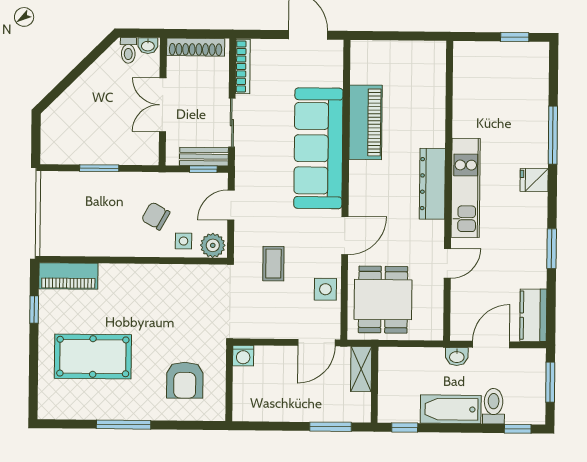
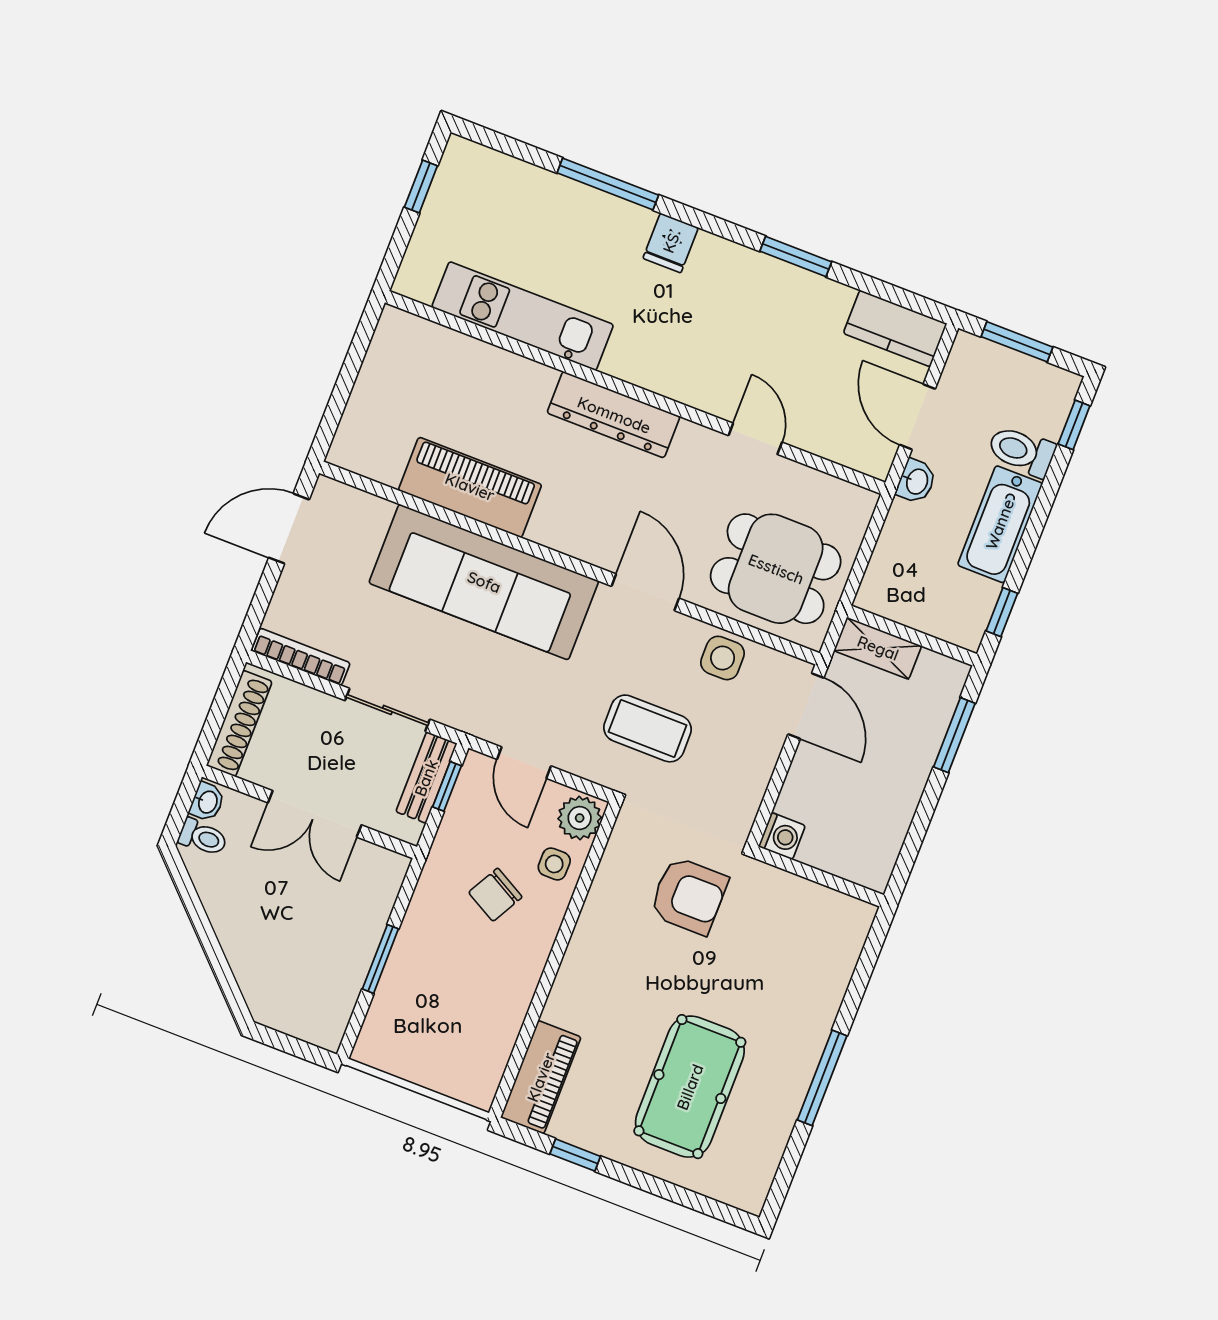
kitchen unit: (466, 188) -> (523, 316), moved
coffee table: (273, 264) -> (648, 728), width x1.36, depth x1.30
armchair: (185, 380) -> (689, 896), moved

